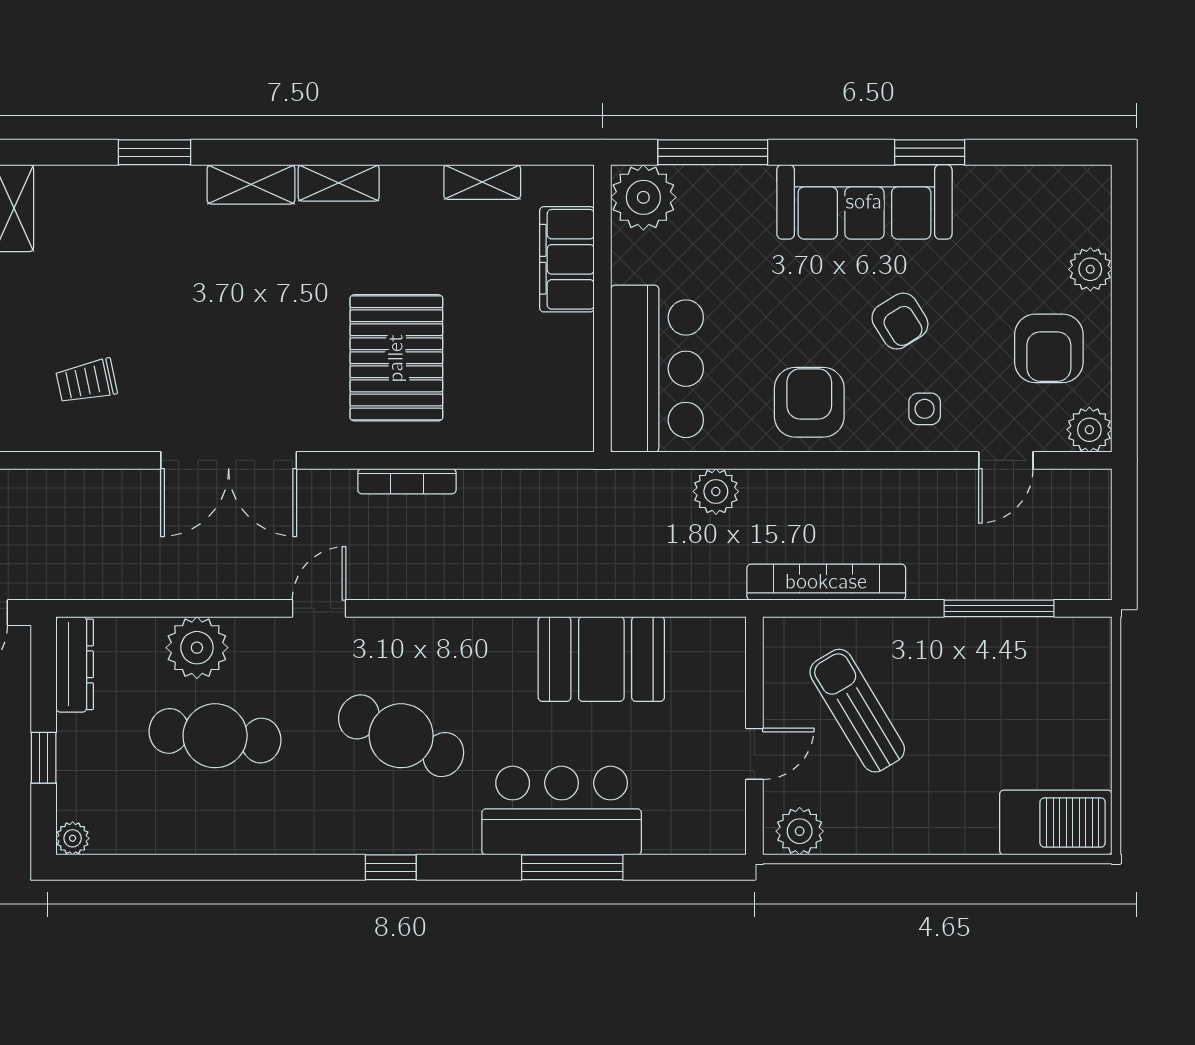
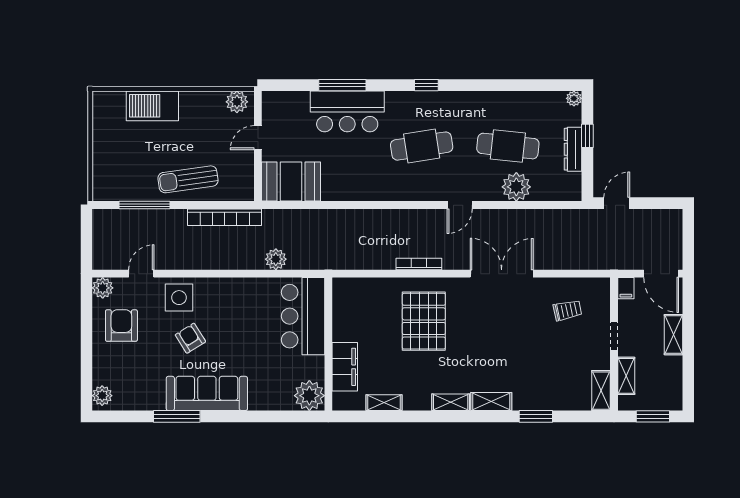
window: (713, 152) -> (277, 416), removed
window: (930, 152) -> (177, 416), width x1.44
plant: (1090, 269) -> (102, 396), moved
armchair: (809, 402) -> (232, 301), removed
side table: (925, 409) -> (179, 298), width x1.87, depth x1.87
booth: (601, 659) -> (291, 182), moved
dresser: (75, 664) -> (573, 149), moved
sun lounger: (857, 711) -> (188, 179), moved, turned 113
cafe table: (401, 736) -> (422, 146), turned -33
barbecue: (1056, 822) -> (152, 106), moved

